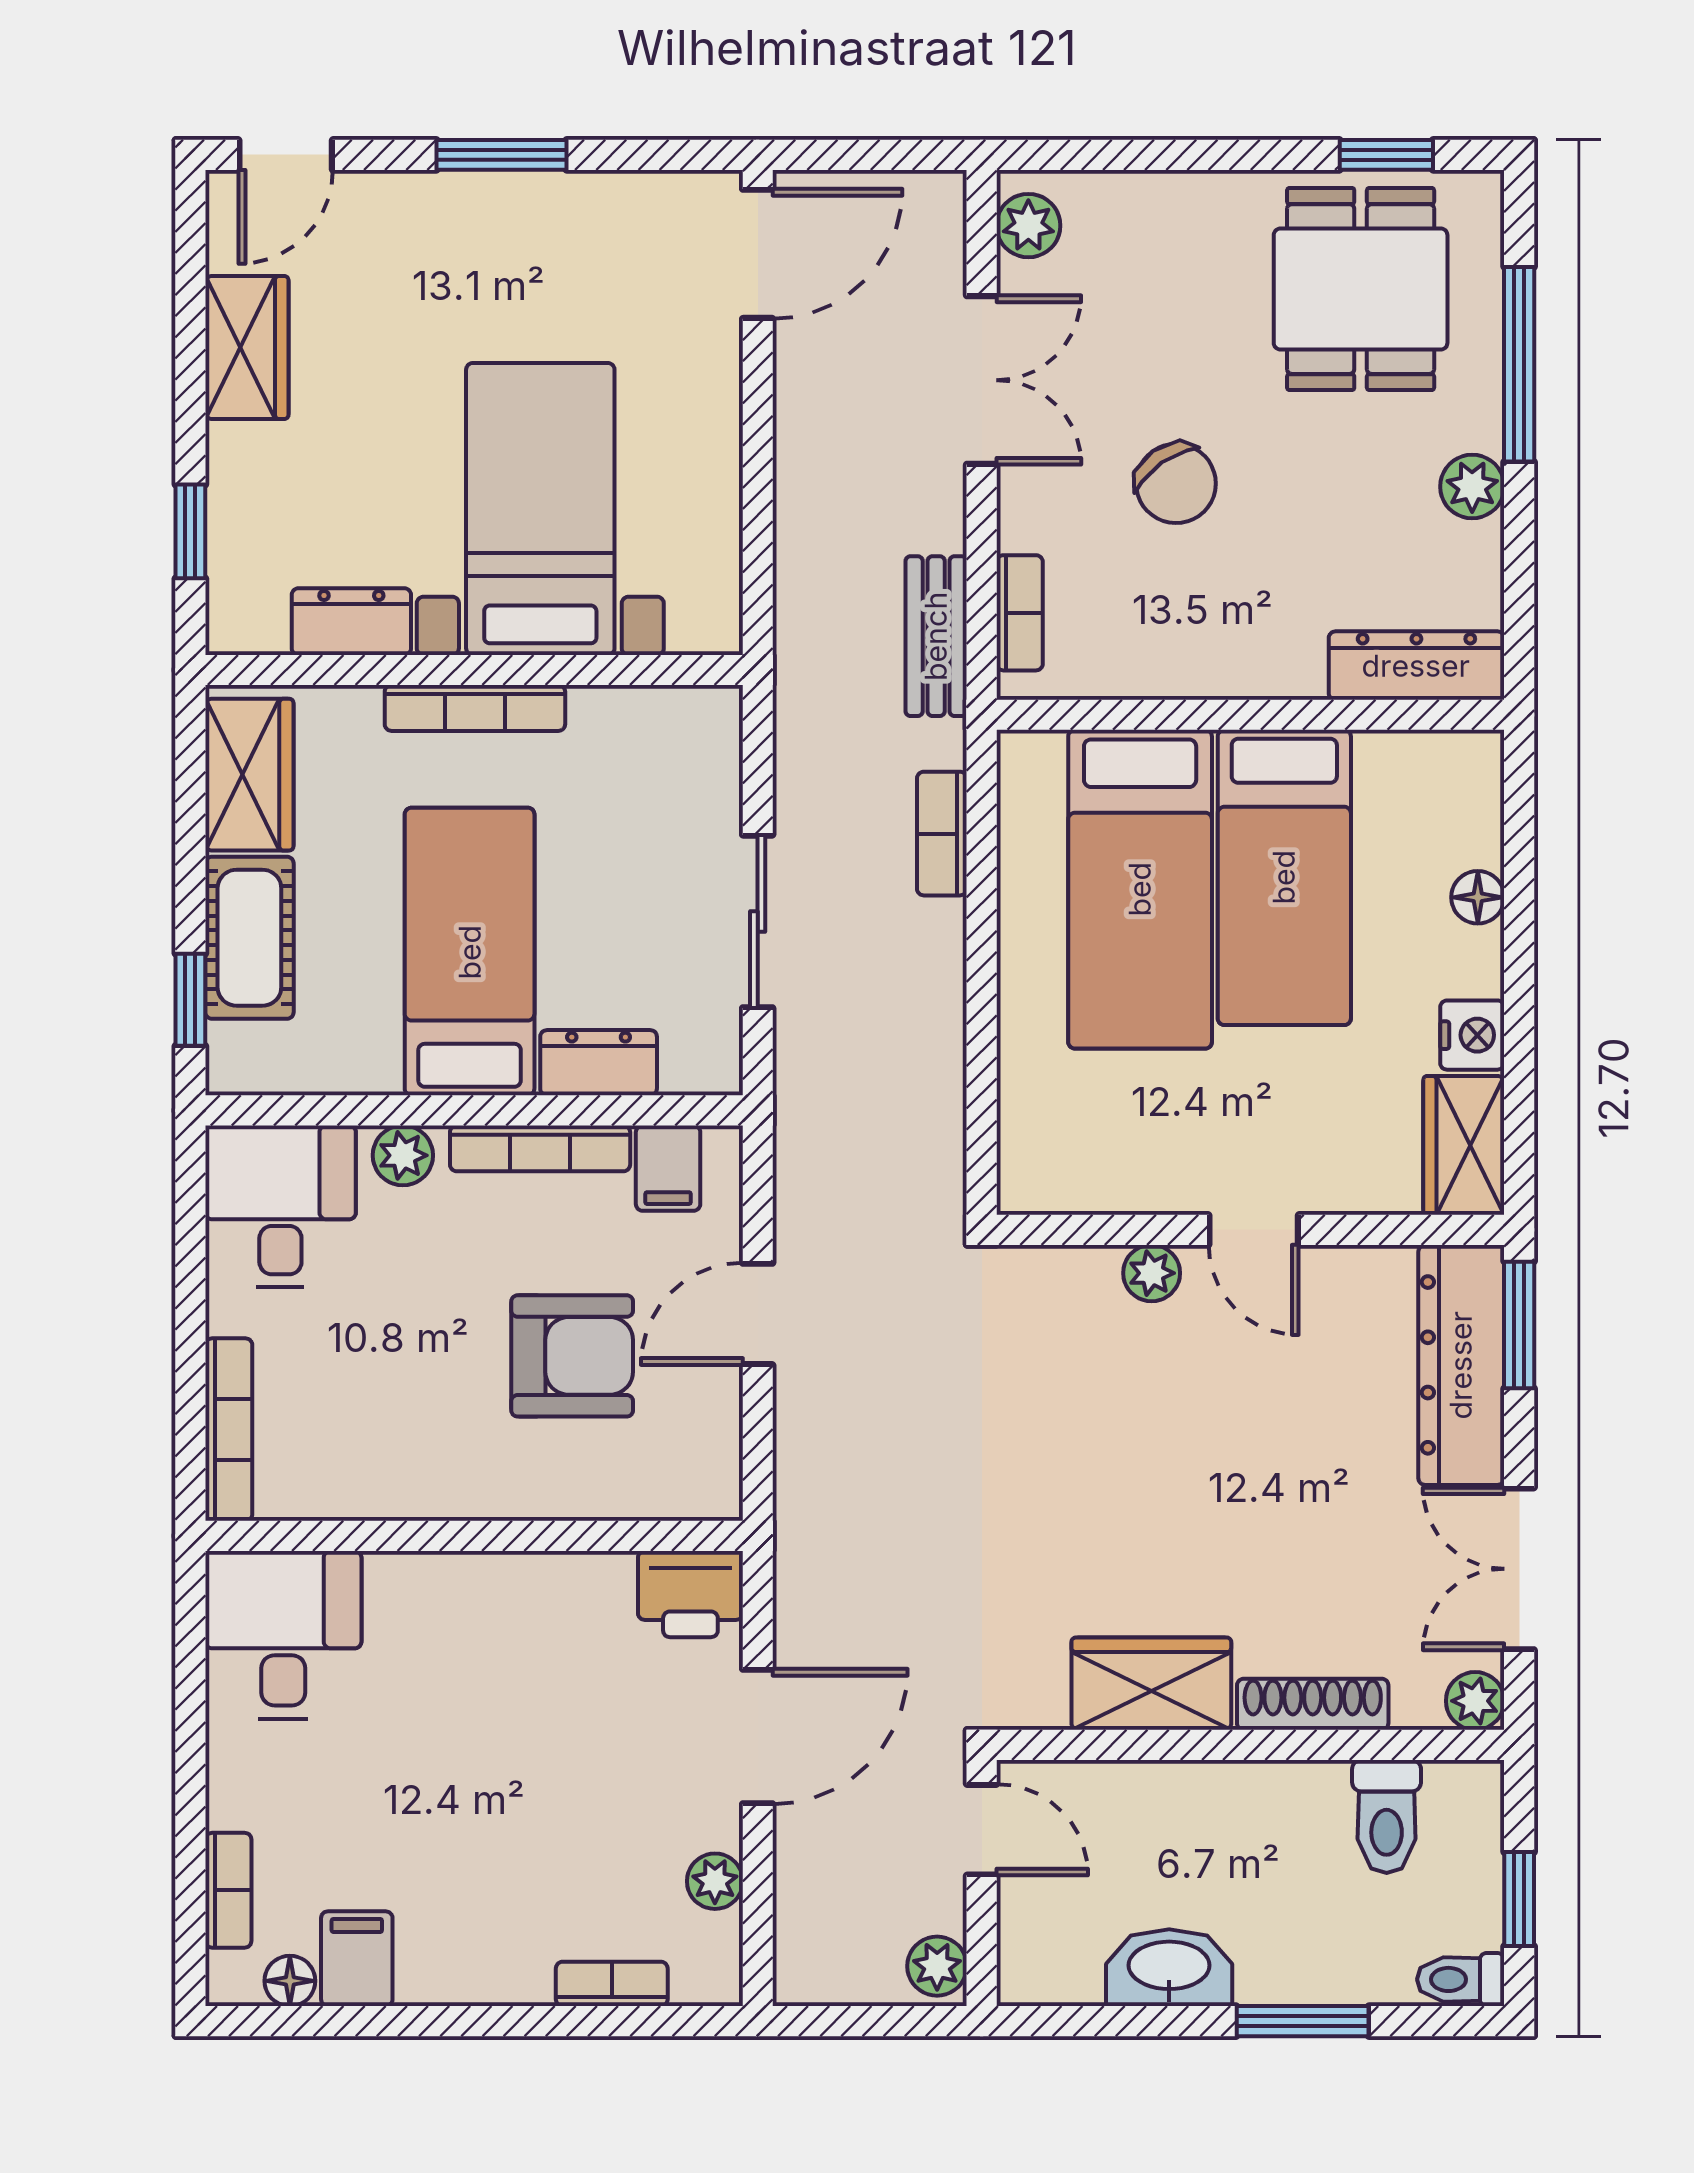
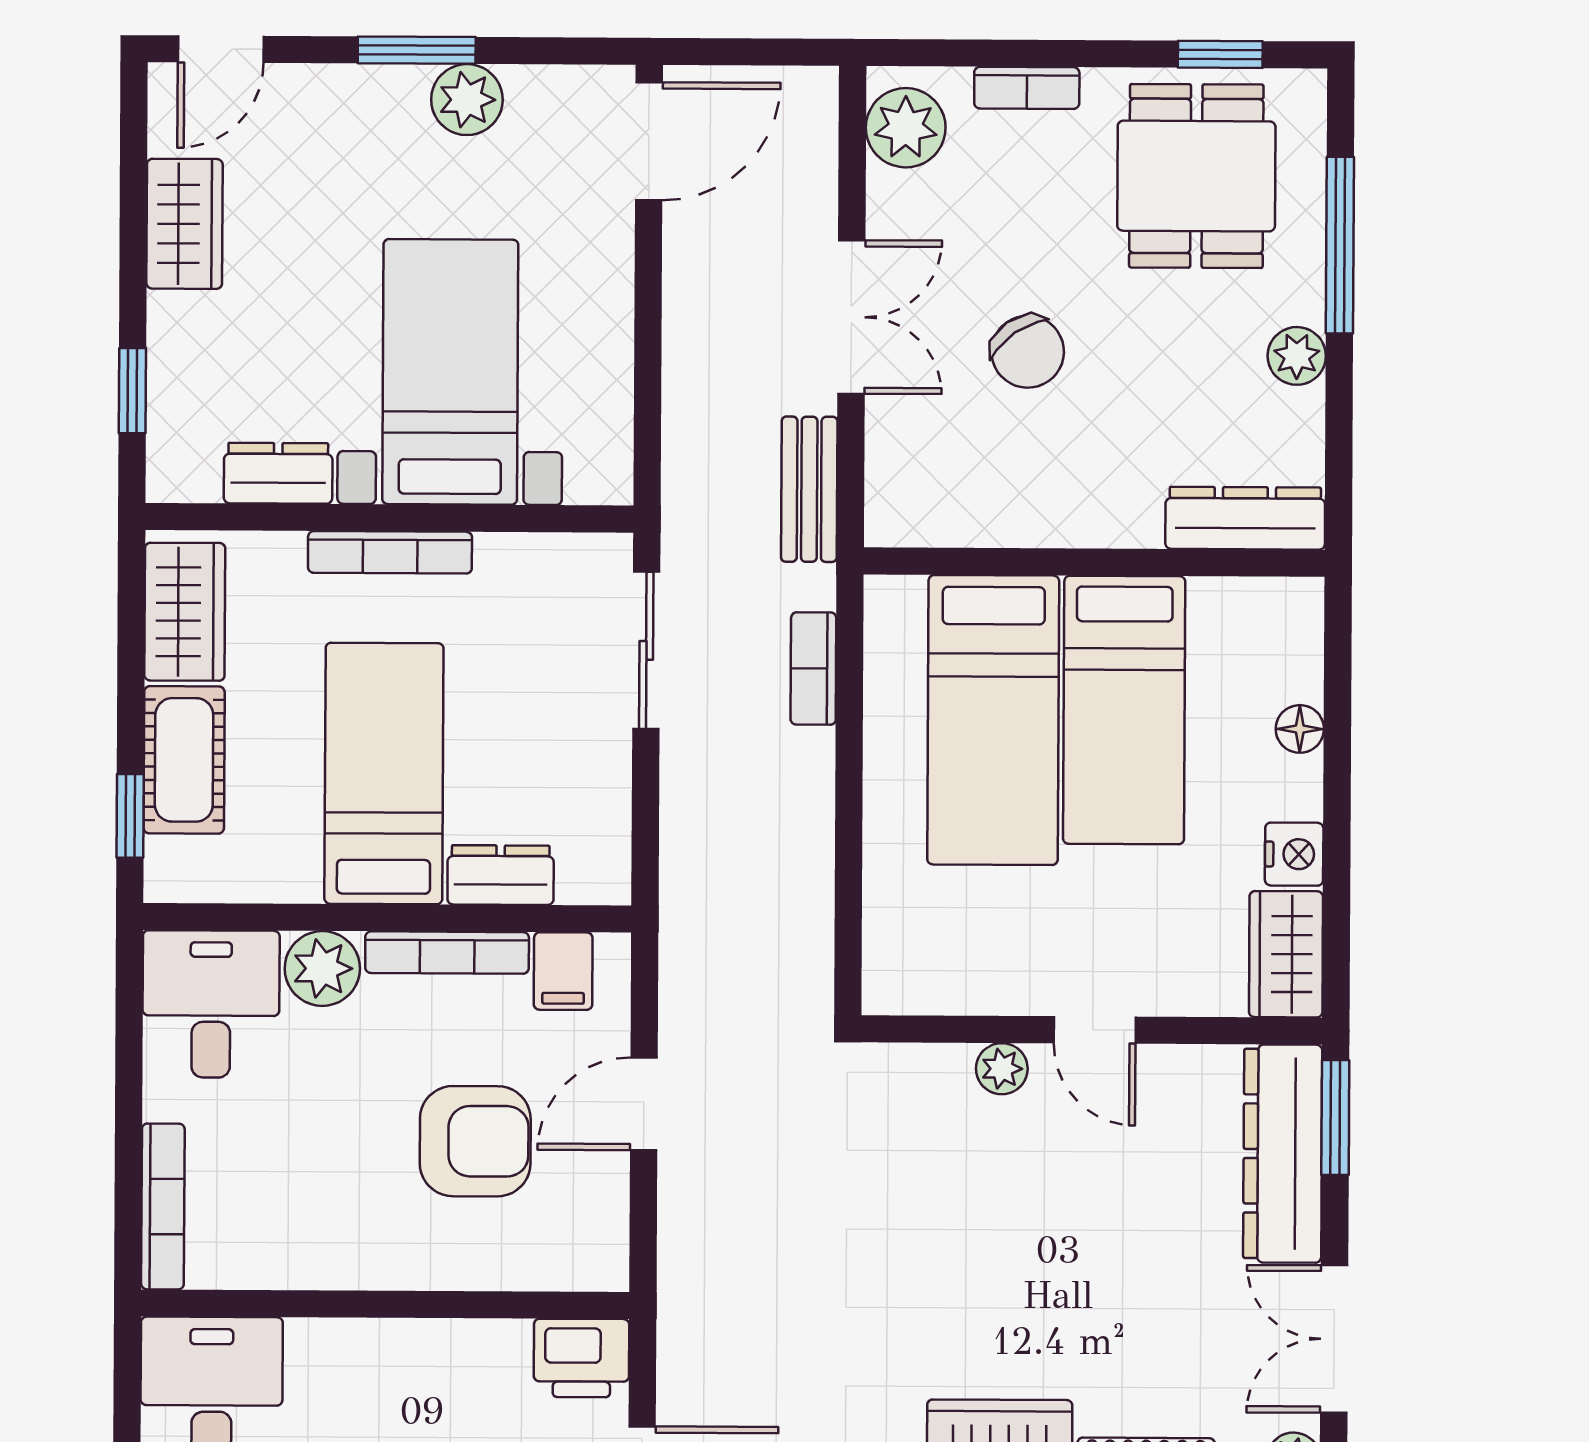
plant: (557, 209) -> (467, 100), added
plant: (1028, 226) -> (906, 128), width x1.38, depth x1.38
double door: (982, 380) -> (851, 317), moved
bookcase: (1020, 613) -> (1027, 88), moved, turned 90
sliding door: (758, 921) -> (646, 650), moved
plant: (403, 1155) -> (322, 968), width x1.38, depth x1.38

